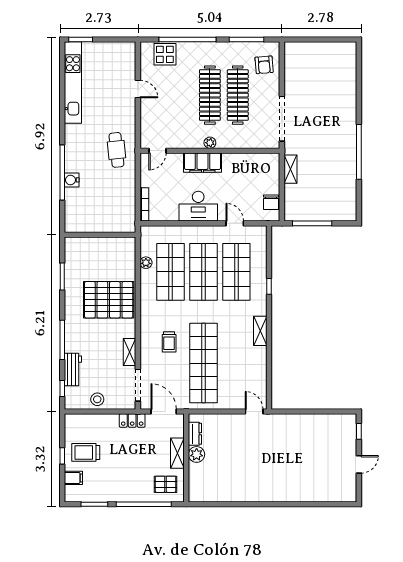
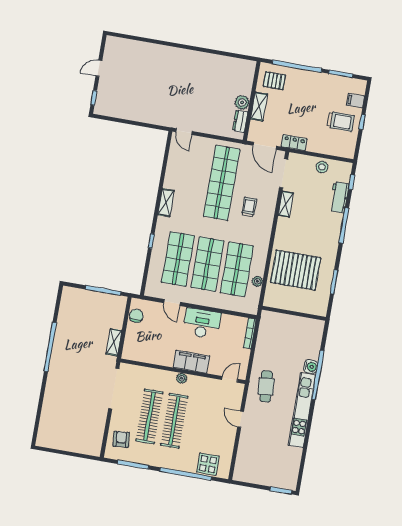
kitchen unit: (73, 82) -> (302, 410), moved
door: (138, 89) -> (241, 419), moved
pallet: (109, 300) -> (296, 270), moved

